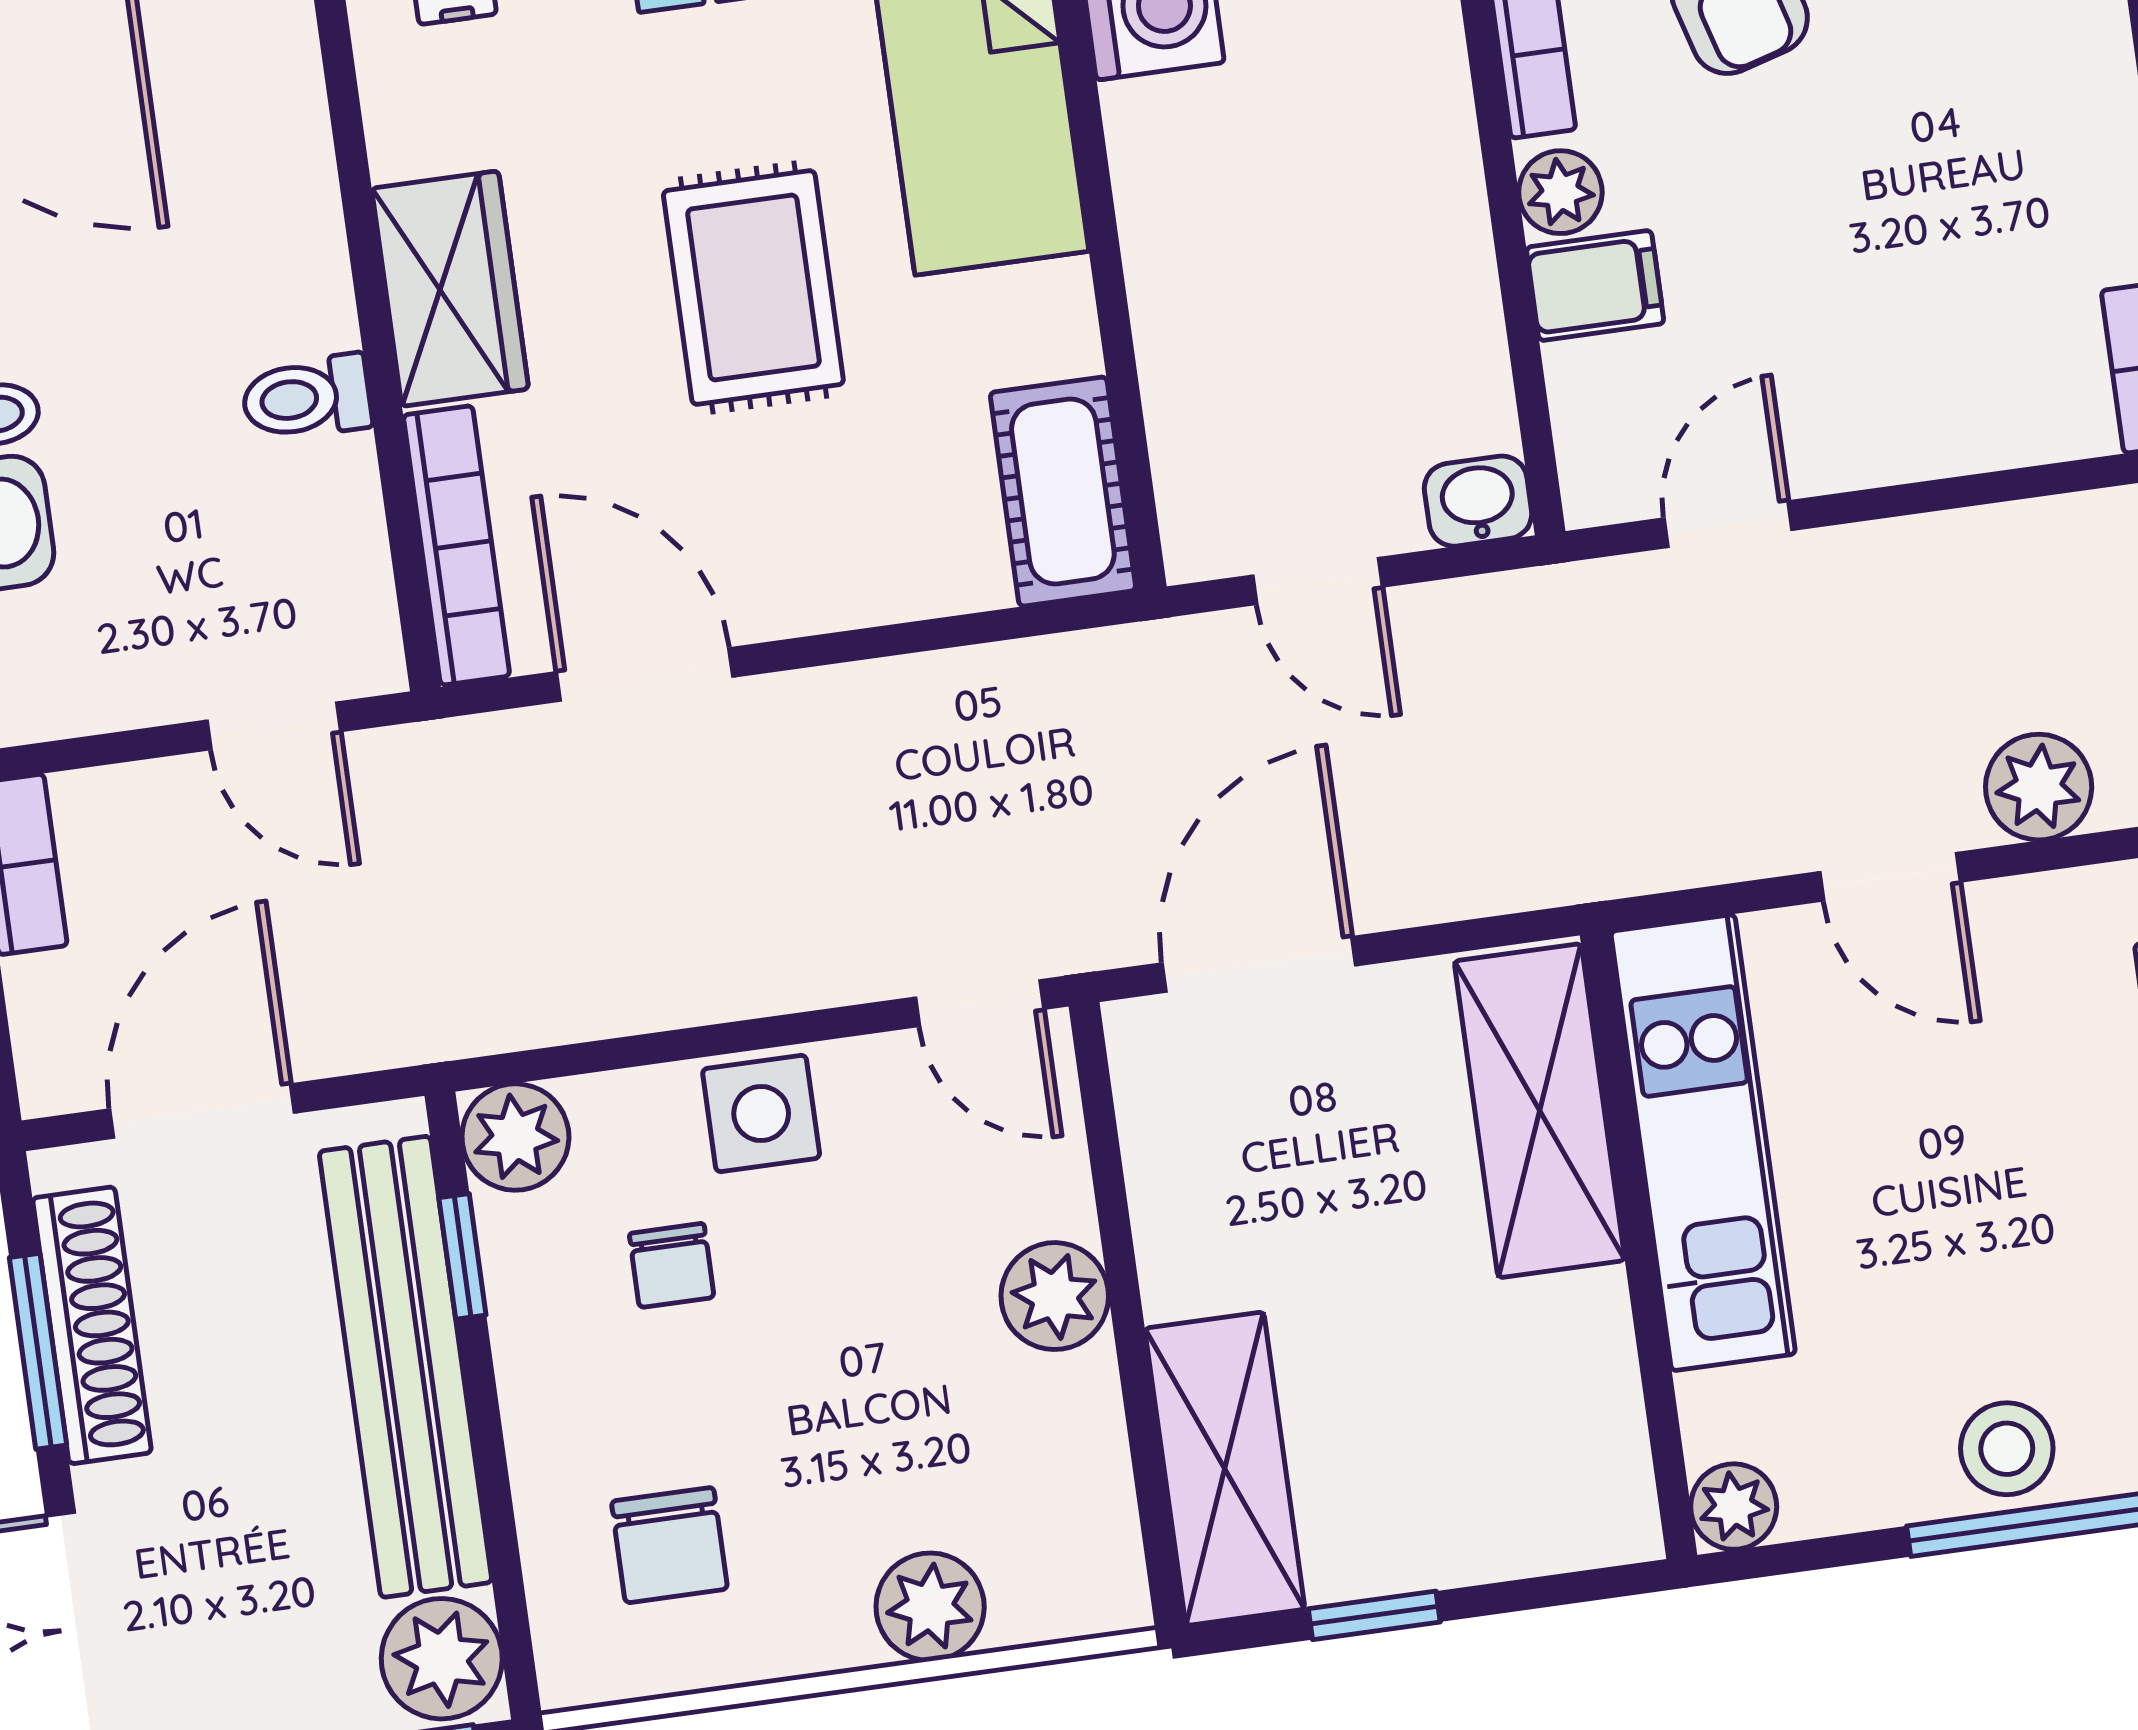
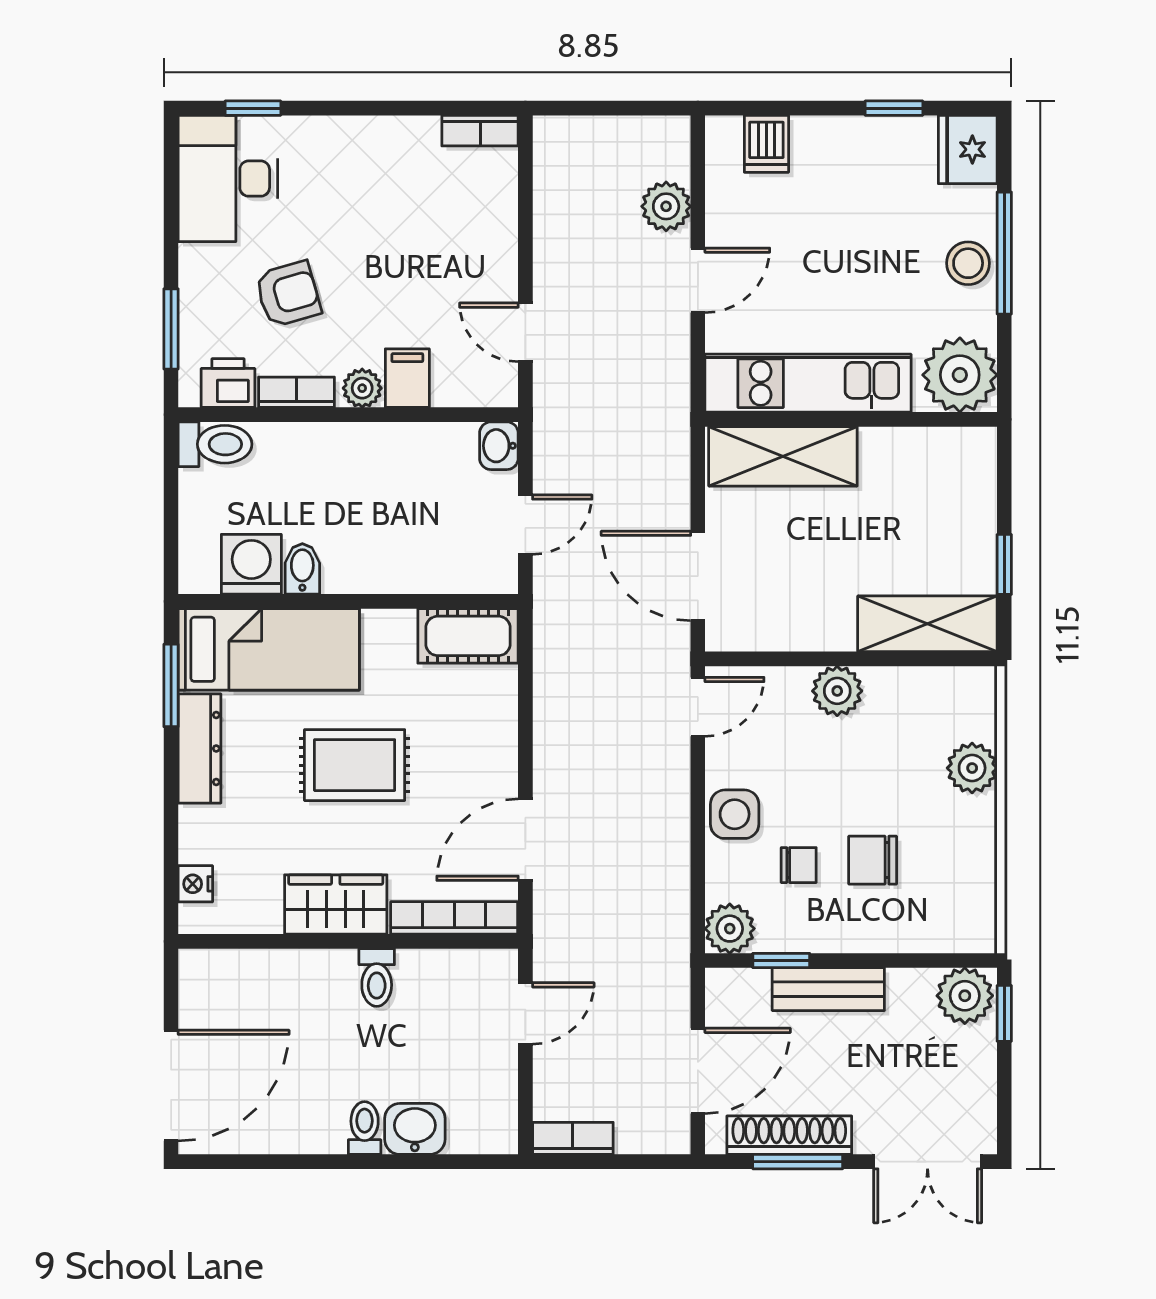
bidet: (1157, 118) -> (302, 569), added
door: (202, 1111) -> (698, 1071), swing flipped
bench: (406, 1367) -> (828, 989), width x0.54, depth x0.82
plant: (1734, 1507) -> (960, 375), width x1.88, depth x1.88
chair: (669, 1545) -> (873, 860), moved, turned 180

